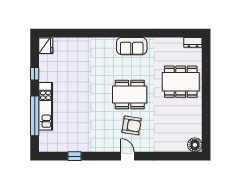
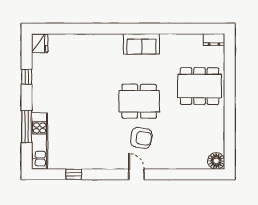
kitchen unit: (46, 106) -> (40, 141), moved
window: (35, 116) -> (27, 127), width x0.68

